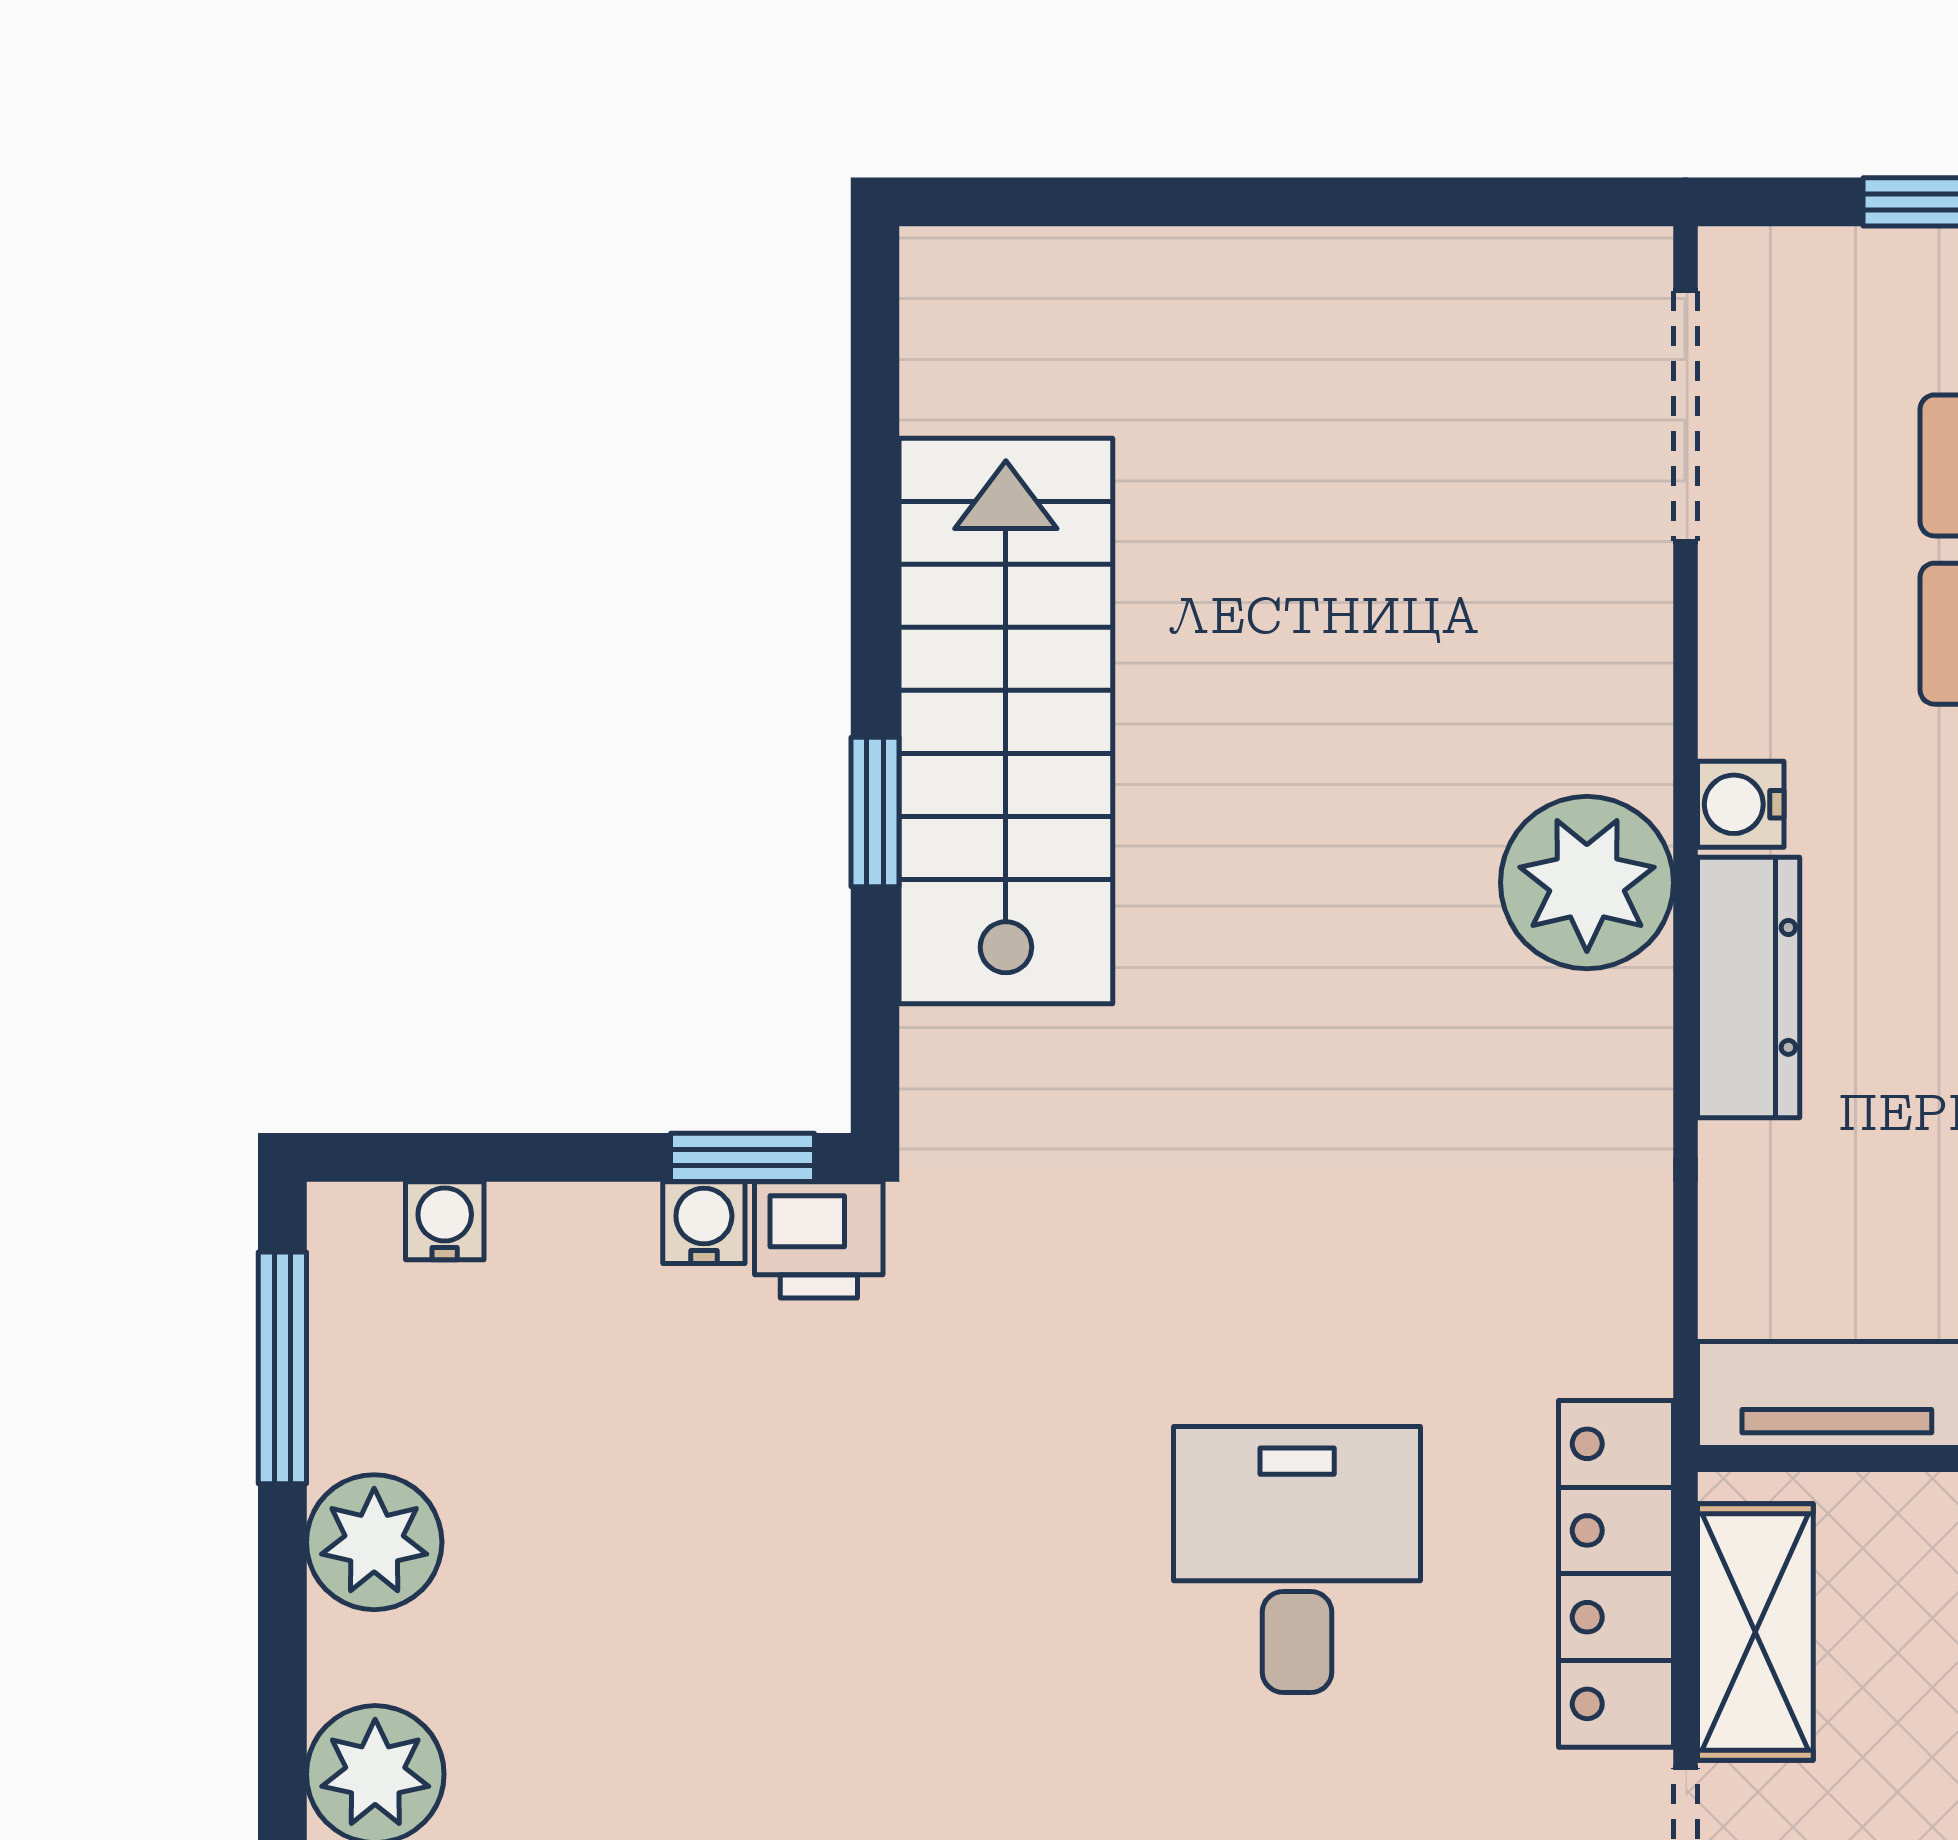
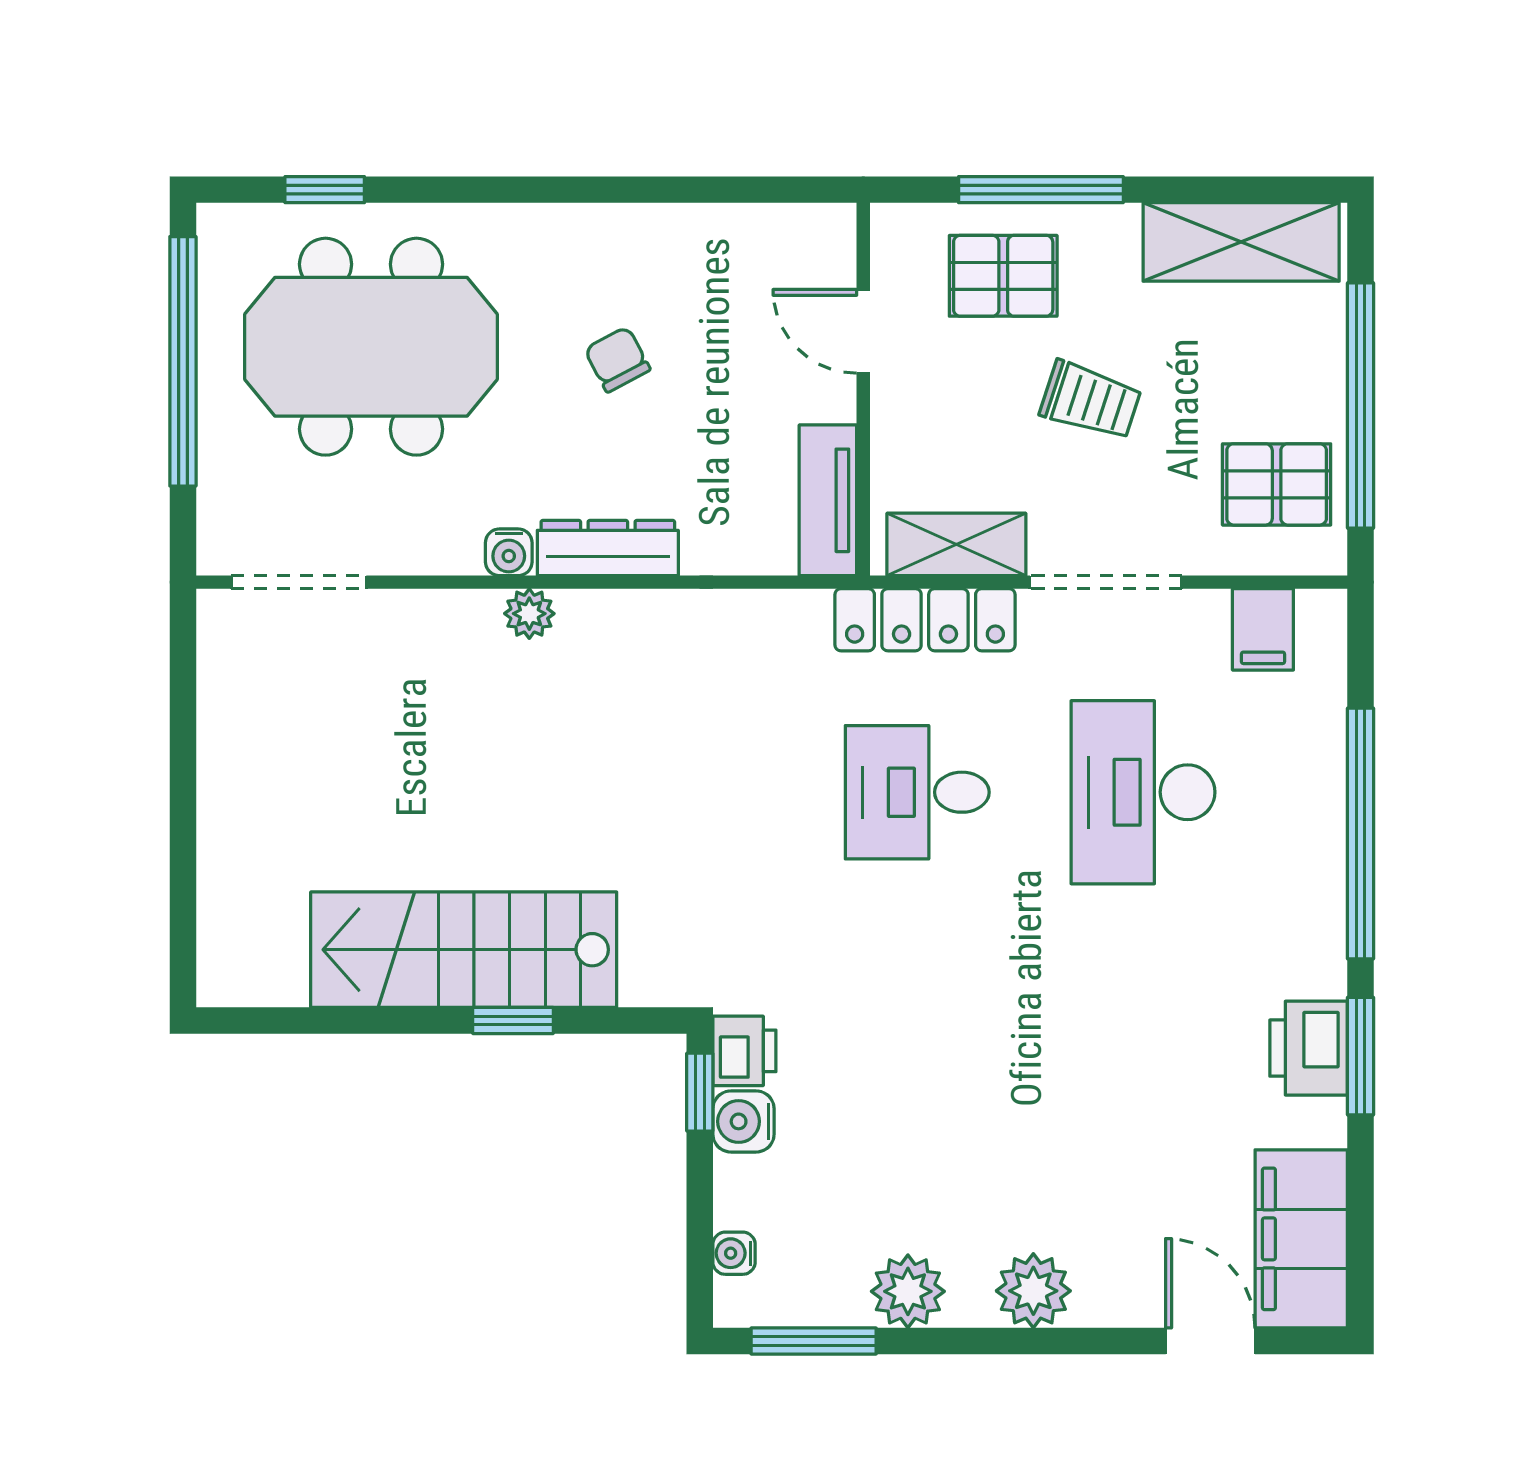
plant: (1587, 883) -> (529, 614), width x0.53, depth x0.53
water cooler: (704, 1223) -> (743, 1121), width x1.38, depth x1.38

